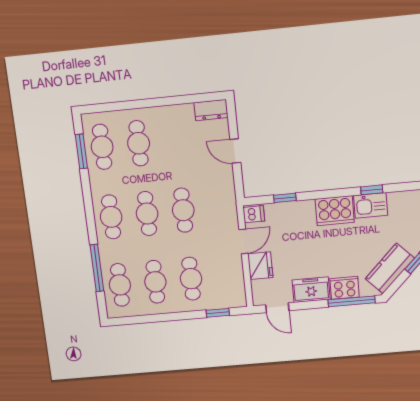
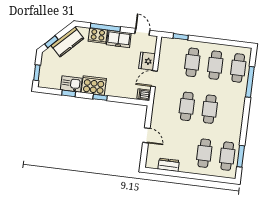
dresser: (211, 110) -> (169, 165), moved
window: (285, 198) -> (100, 97), moved
cafe table: (111, 217) -> (233, 112), removed
window: (352, 301) -> (105, 27), moved

